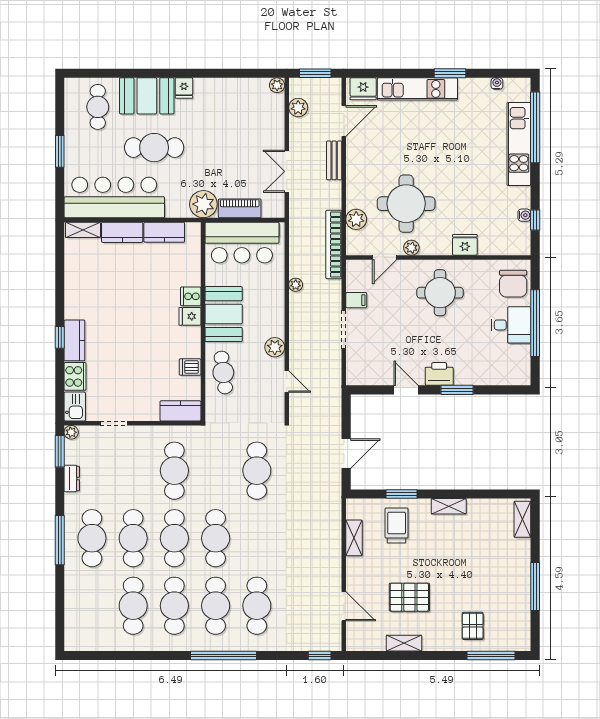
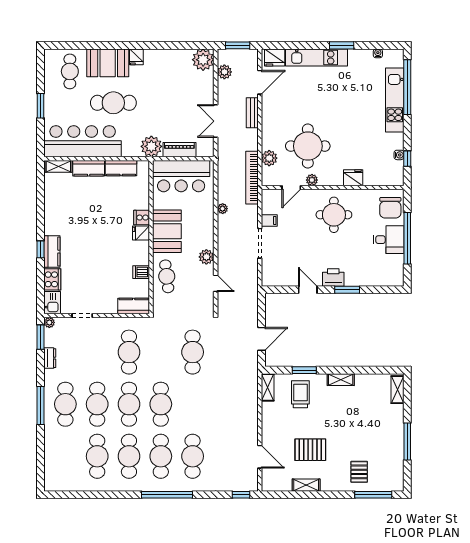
plant: (277, 85) -> (203, 60), width x1.88, depth x1.88
shelving: (354, 538) -> (268, 387), moved

